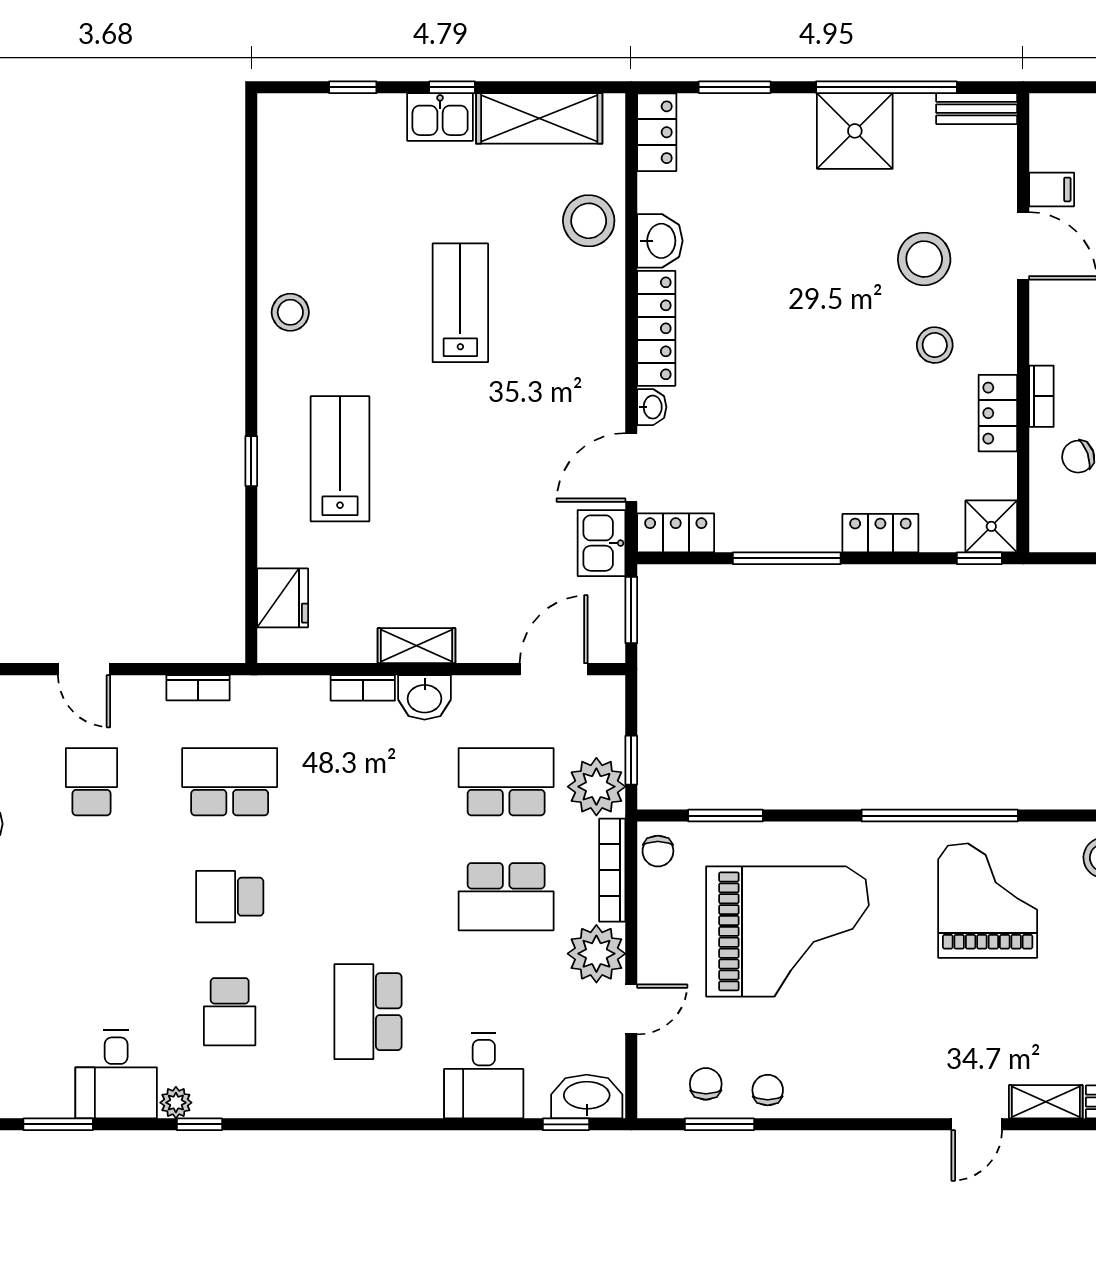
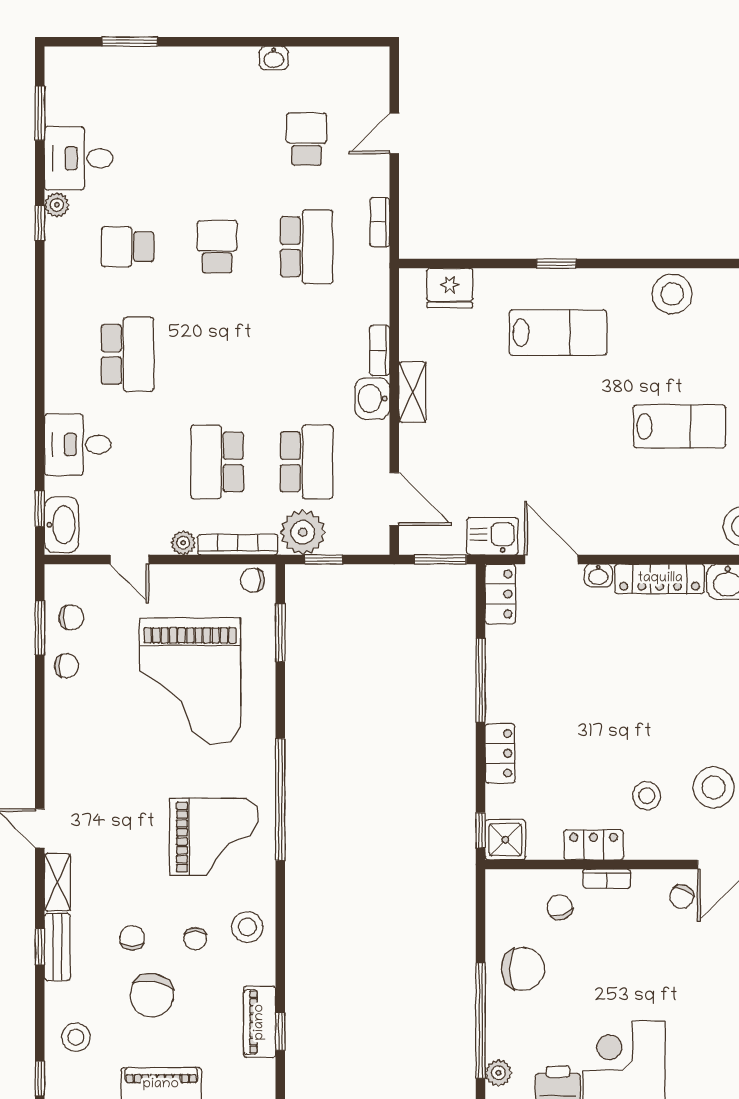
chair: (1064, 300) -> (682, 897), added
stool: (290, 312) -> (672, 294), width x1.38, depth x1.38
school desk: (92, 782) -> (307, 139), turned -90
plant: (596, 954) -> (183, 543), width x0.53, depth x0.53
school desk: (368, 1012) -> (128, 354), turned 90

